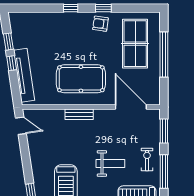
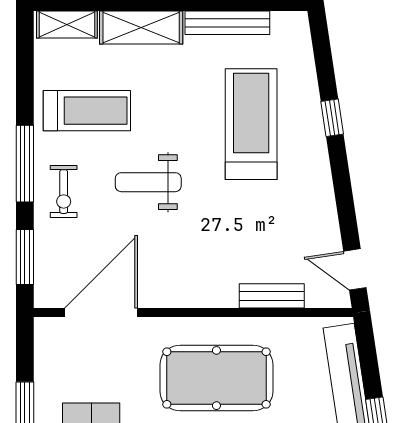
door: (131, 107) -> (101, 313), swing flipped
bench: (79, 114) -> (272, 296), moved

